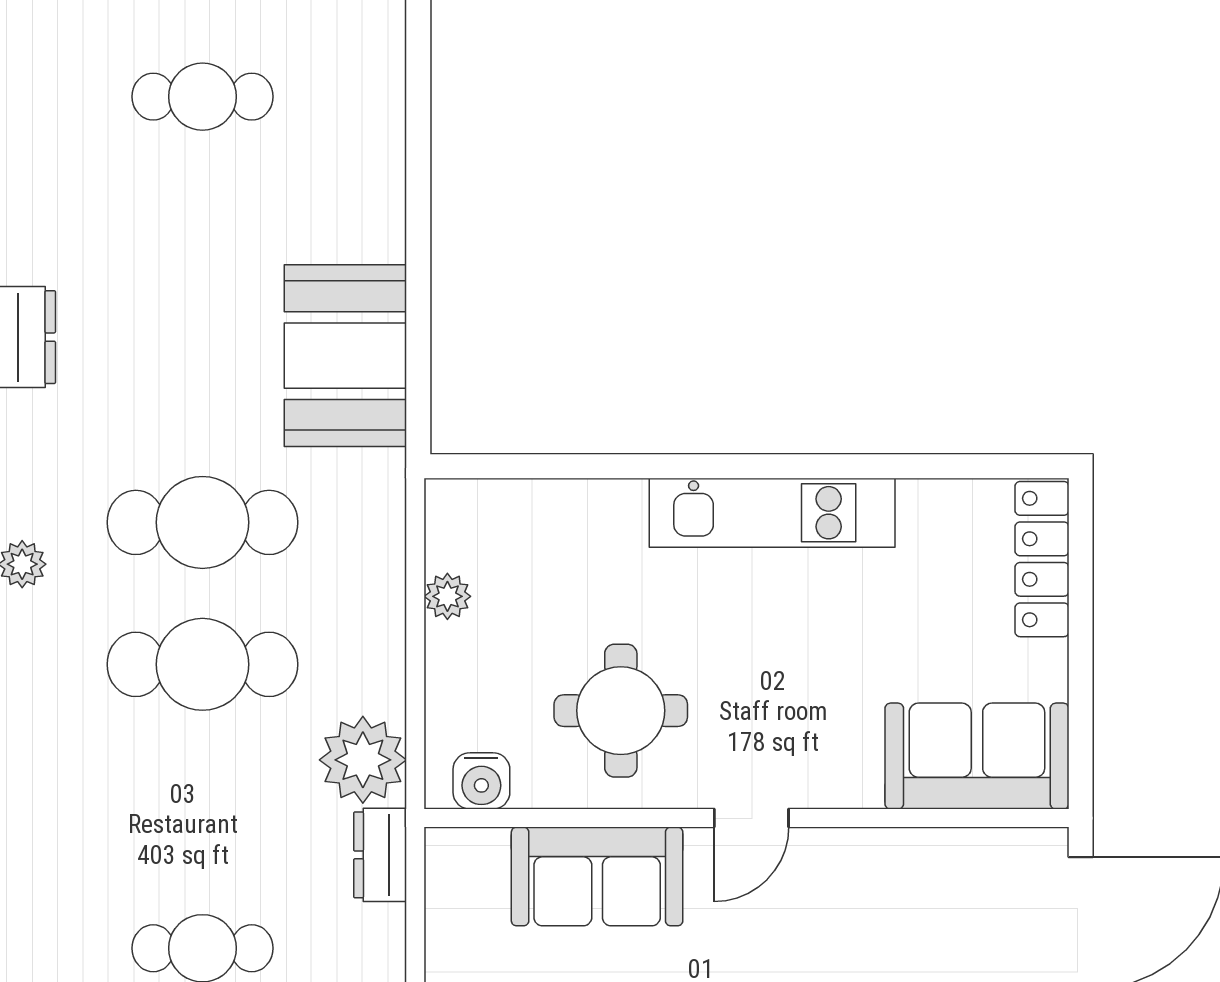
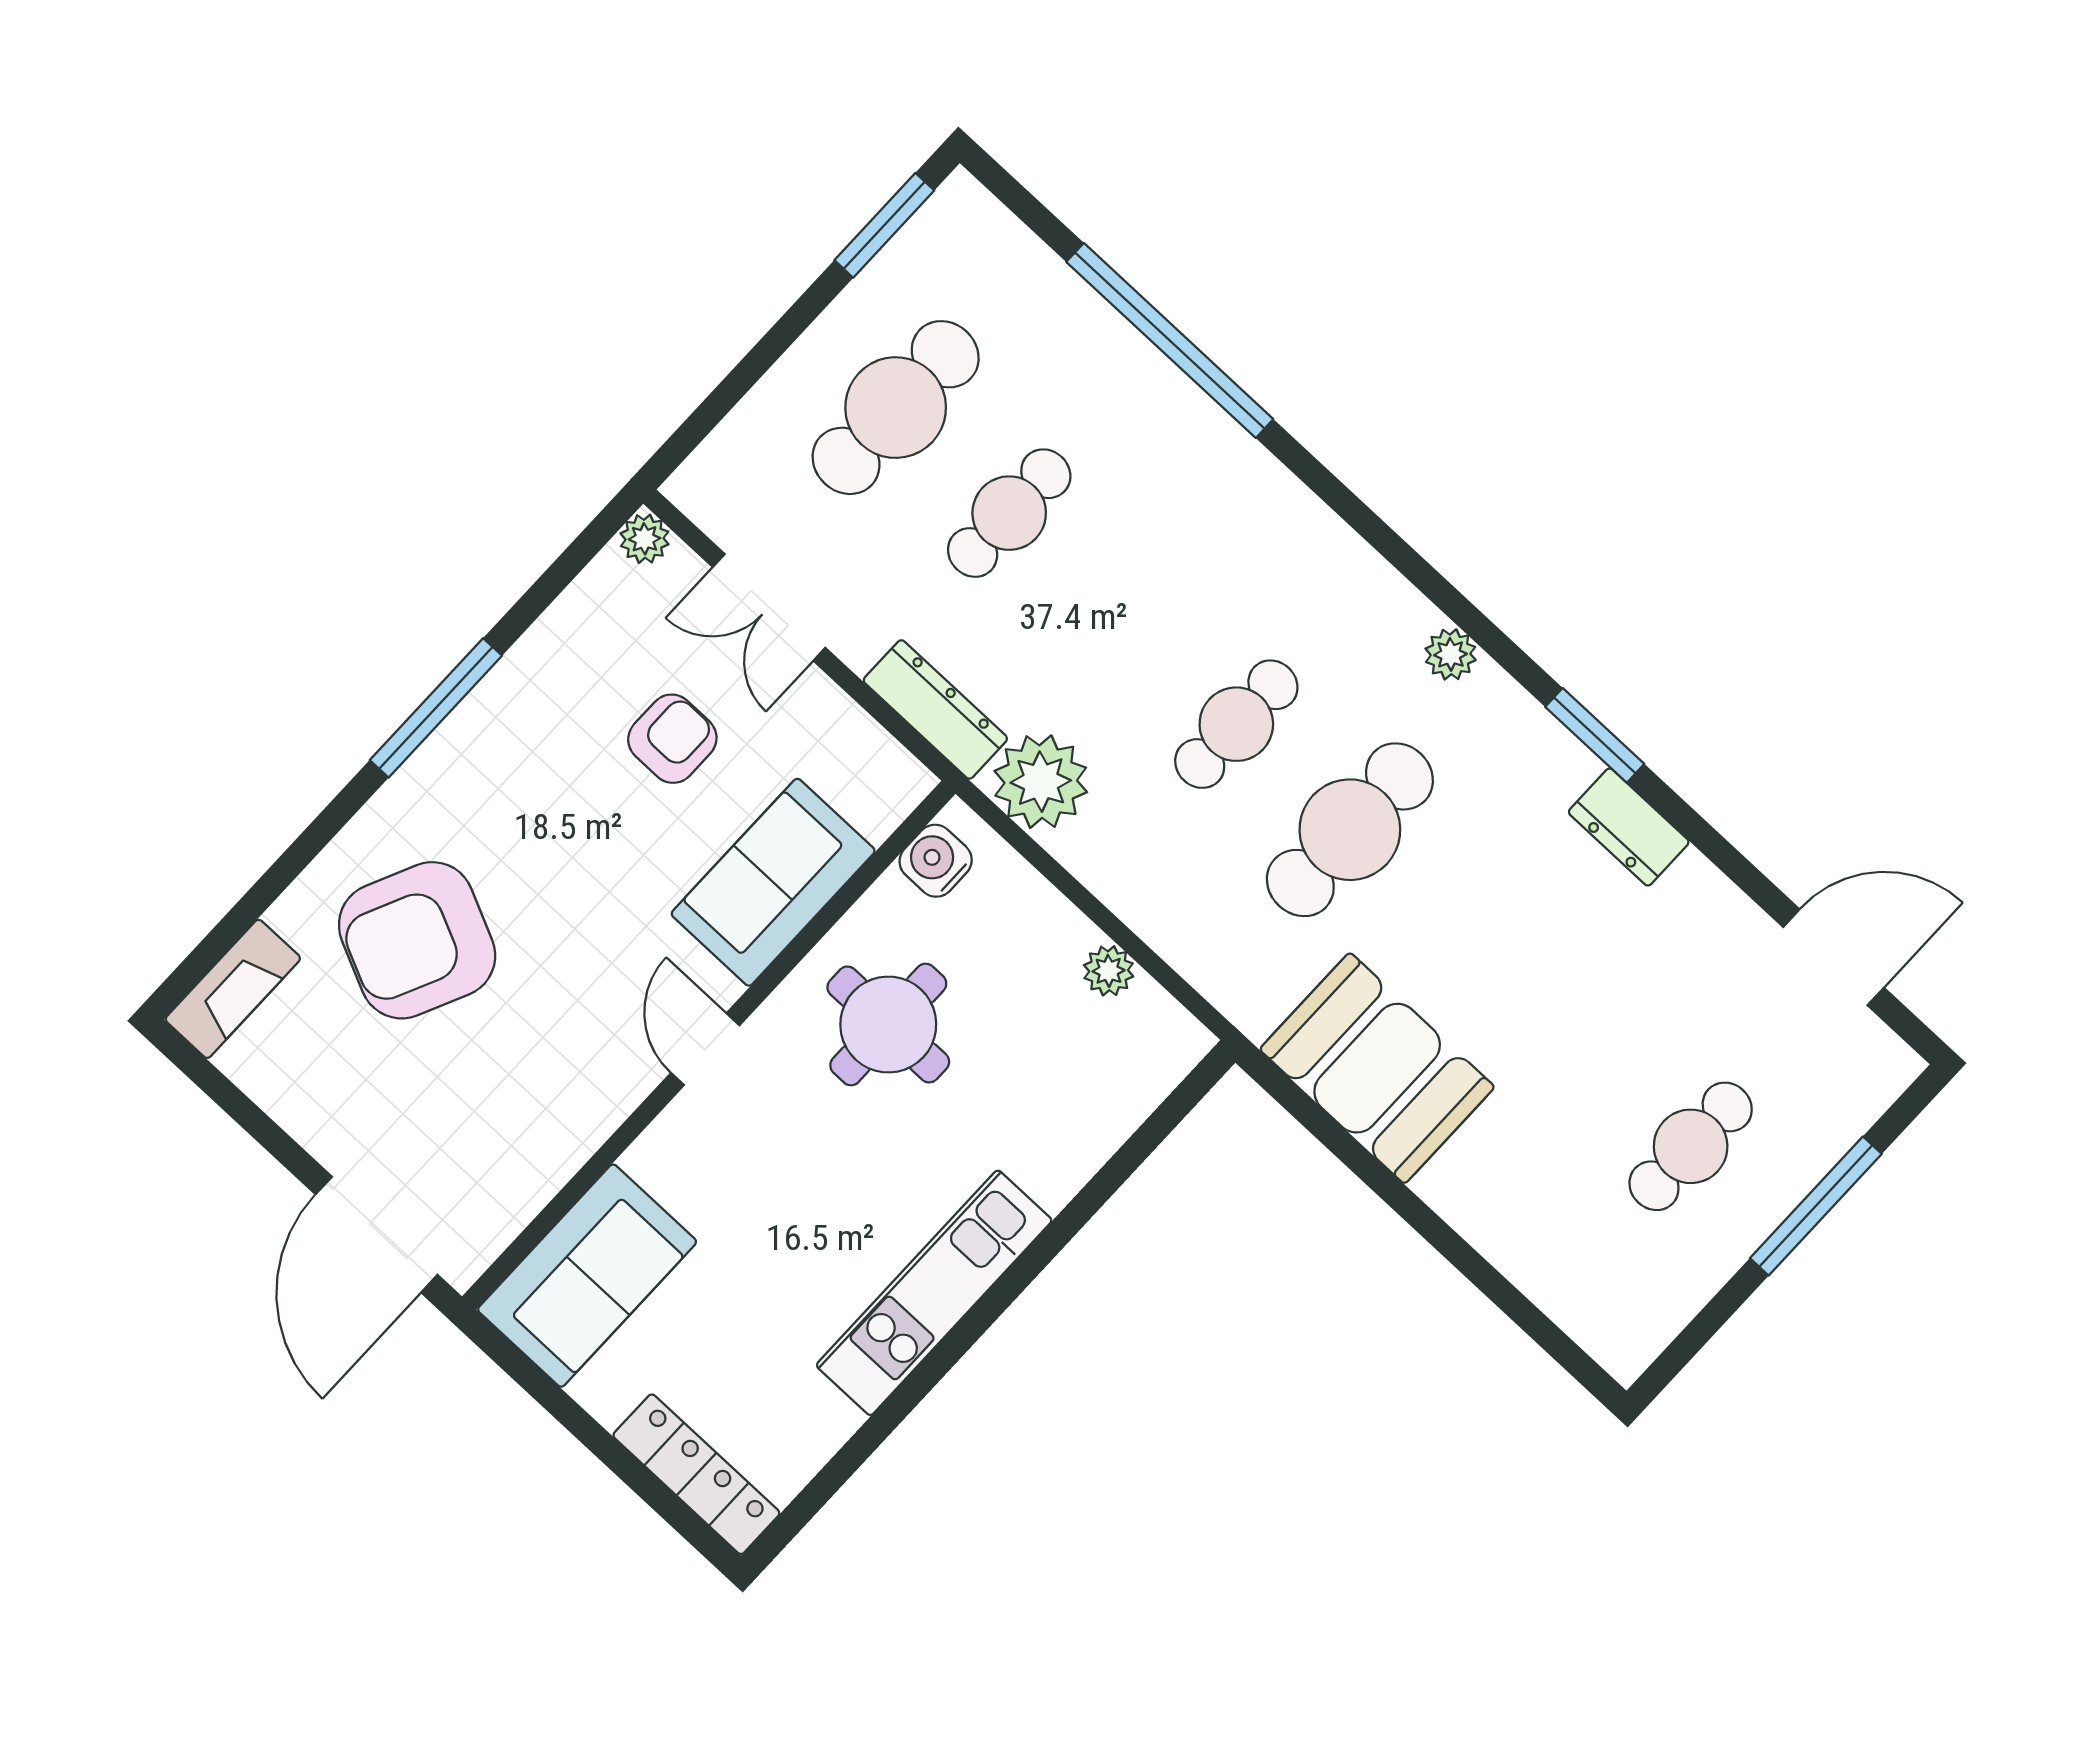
cafe table: (202, 664) -> (1236, 724), width x0.73, depth x0.74
dresser: (380, 855) -> (935, 709), width x1.44

